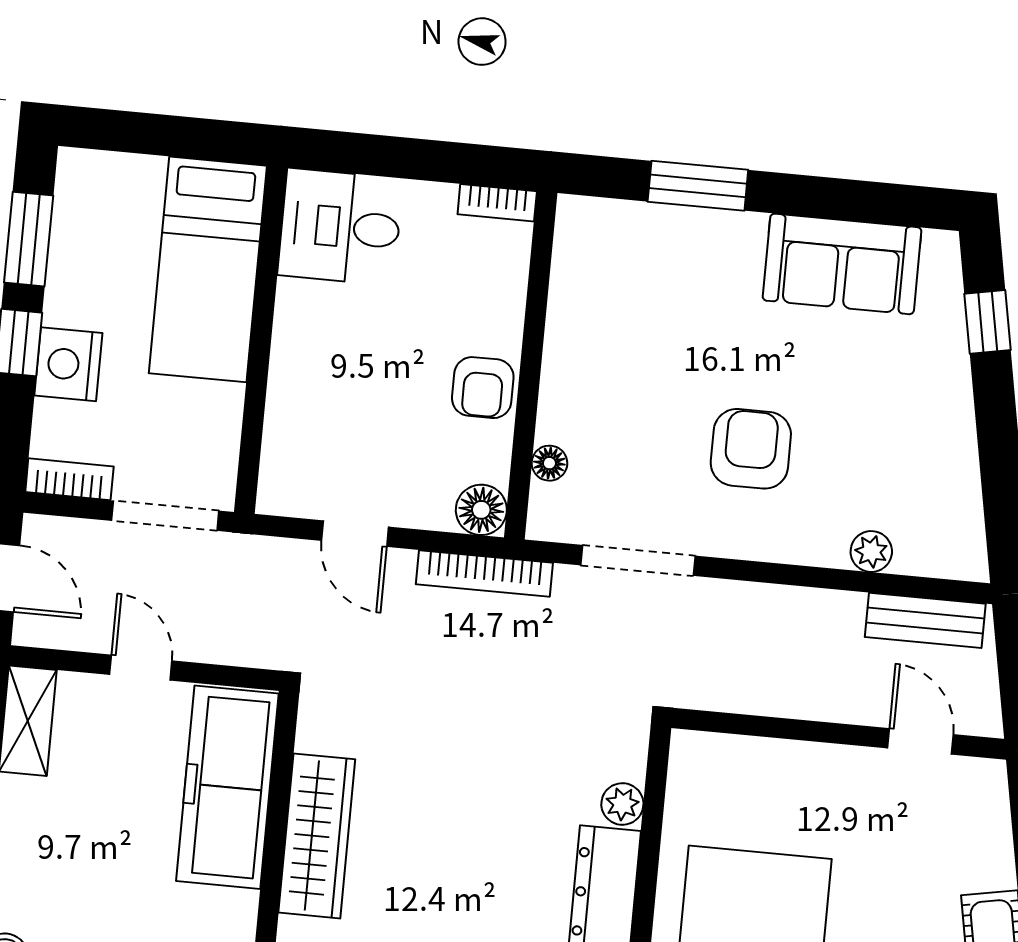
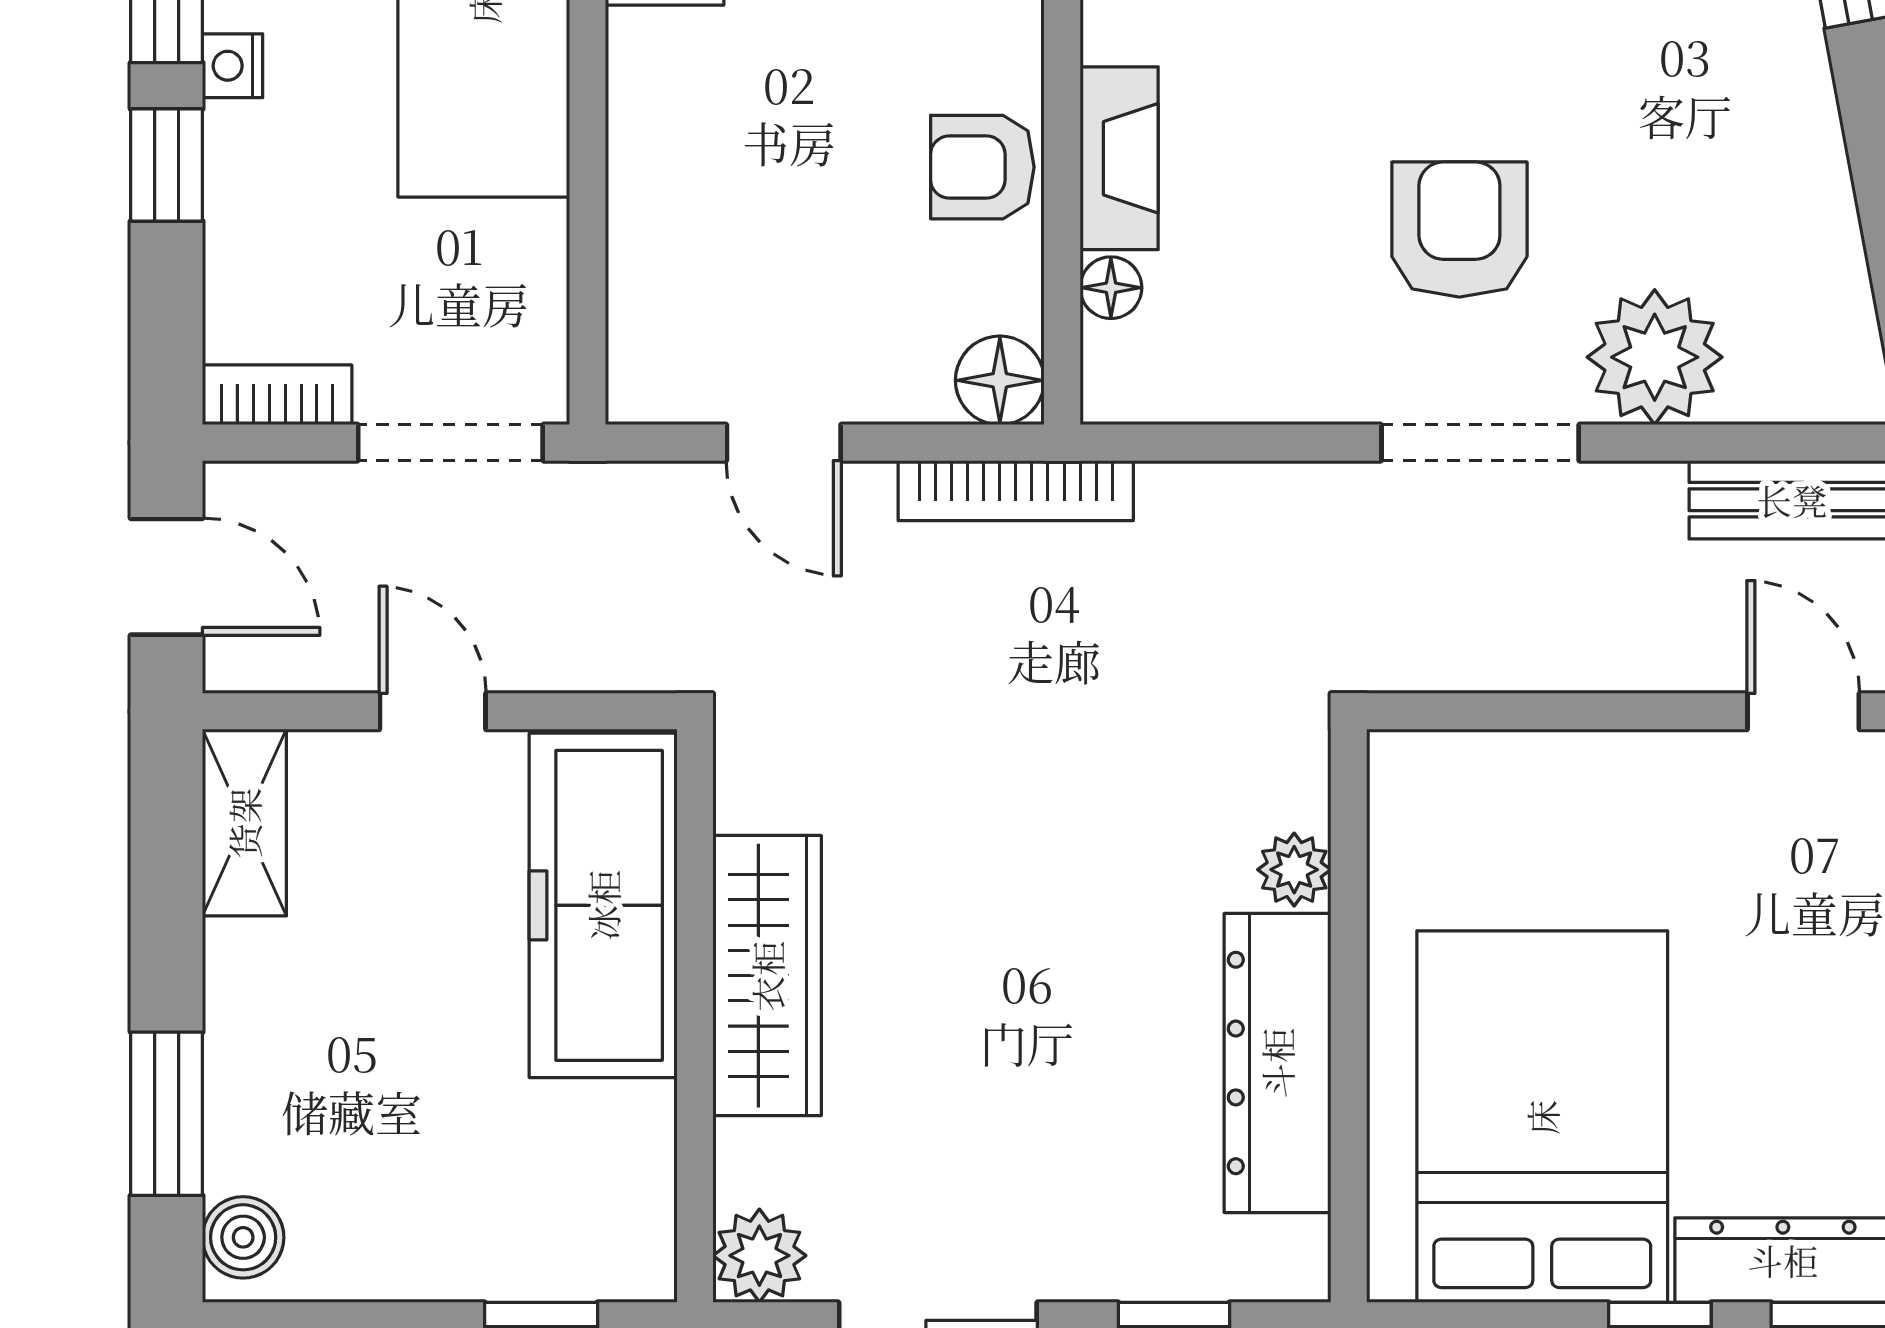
nightstand: (68, 364) -> (233, 66), moved, width x0.53, depth x0.56
armchair: (483, 388) -> (982, 167), turned 90
fireplace: (561, 390) -> (1119, 158), added
plant: (871, 552) -> (1655, 357), width x1.88, depth x1.88
doorway: (638, 560) -> (1480, 443), moved

